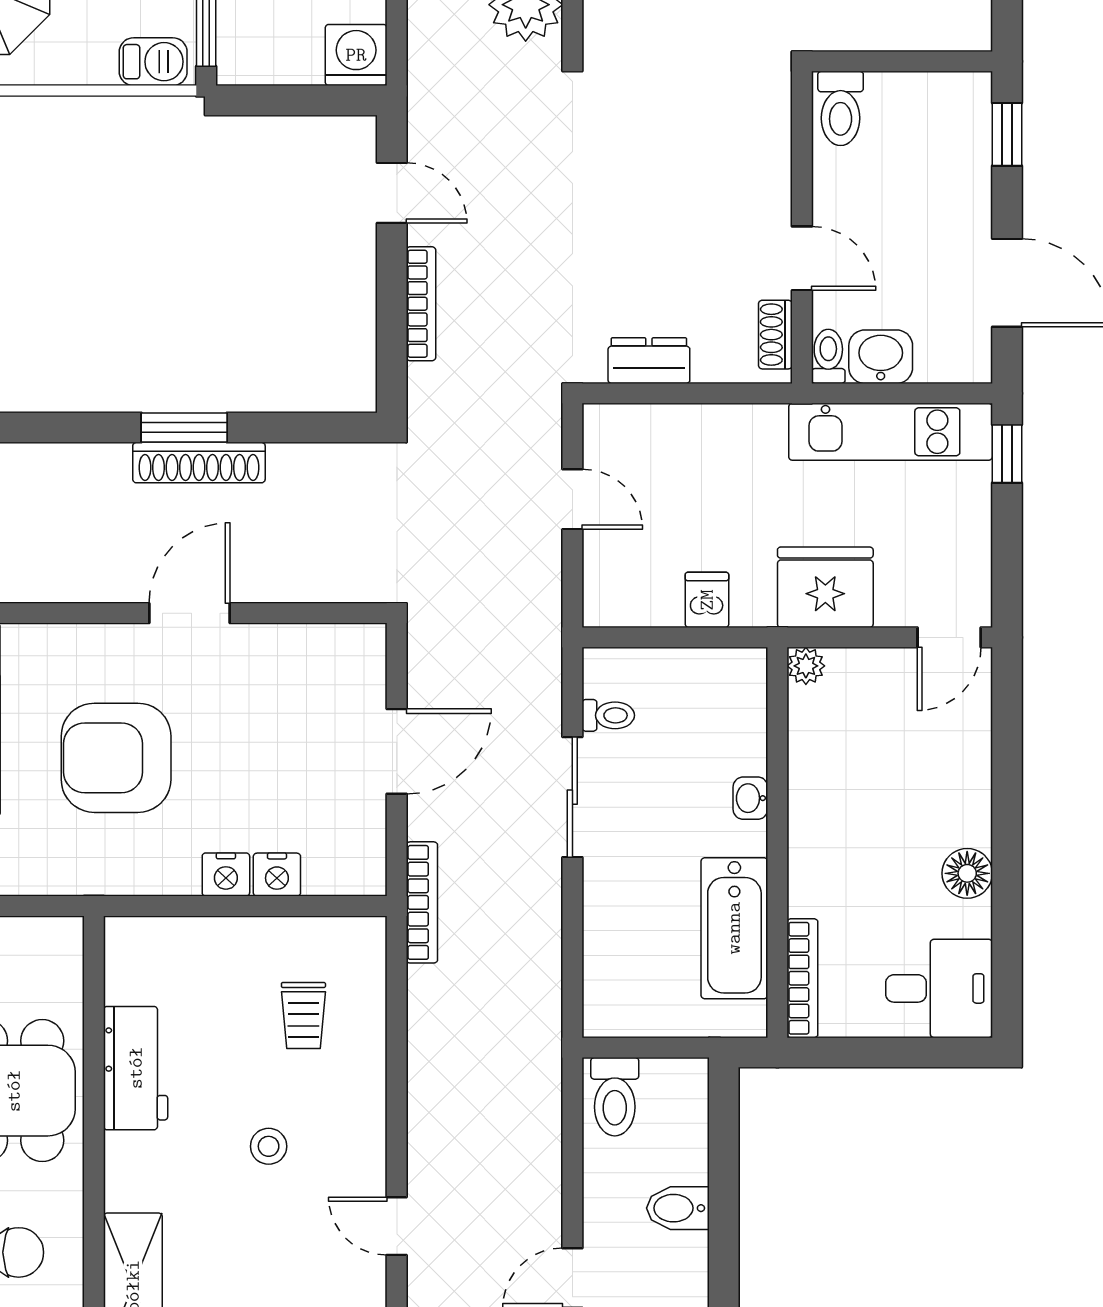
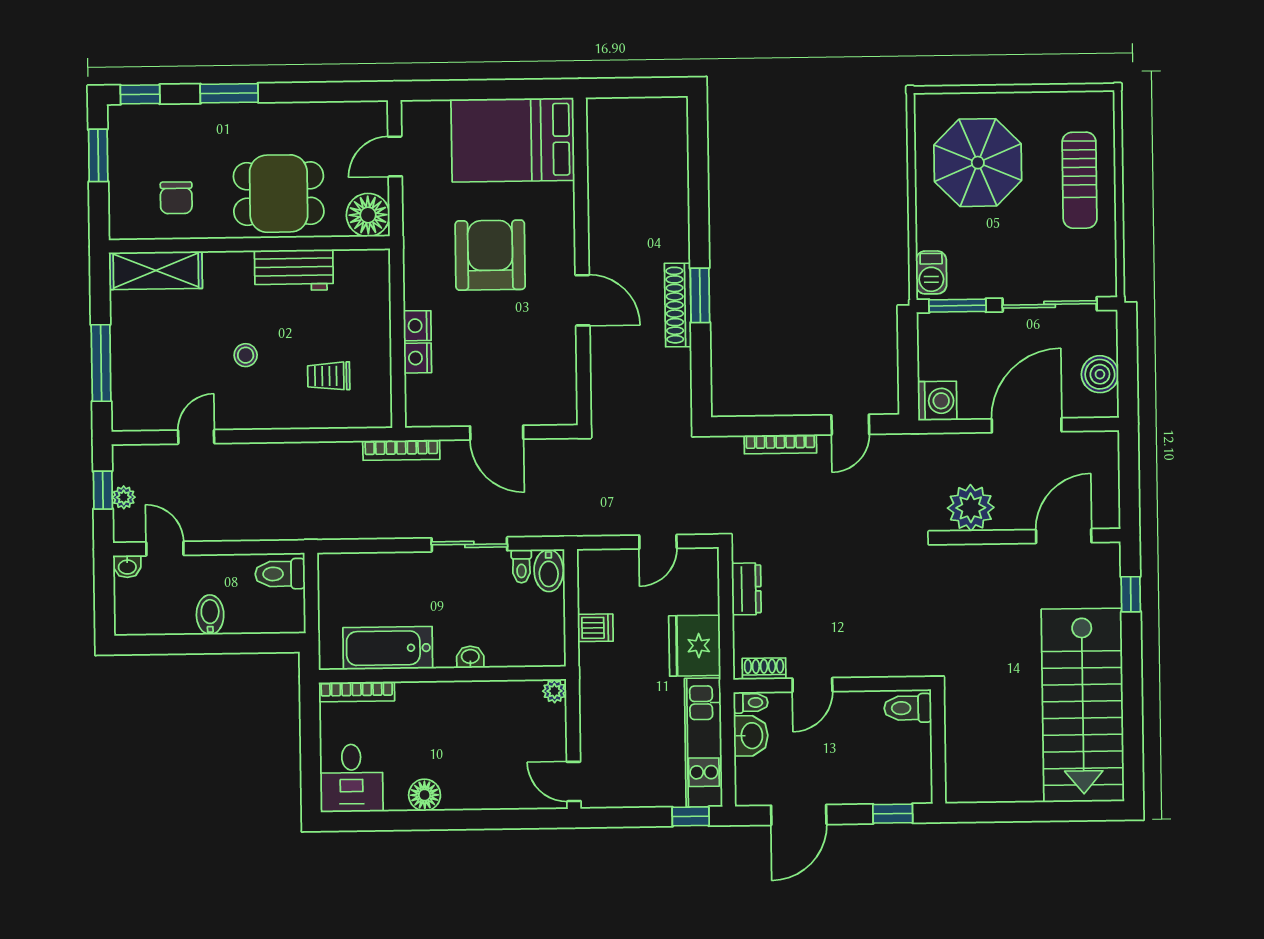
fridge: (825, 587) -> (695, 646), moved, turned 180
bidet: (615, 672) -> (549, 571), added
floor lamp: (50, 950) -> (368, 215), added

